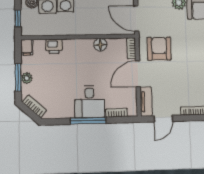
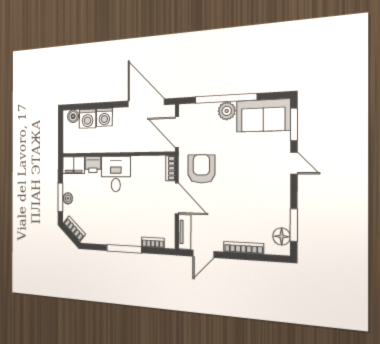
window: (18, 19) -> (61, 134), removed
floor lamp: (100, 45) -> (138, 163), removed
filing cabinet: (27, 47) -> (74, 165), width x2.00
door: (138, 74) -> (177, 198), swing flipped
desk: (90, 102) -> (116, 174), moved, turned 180

